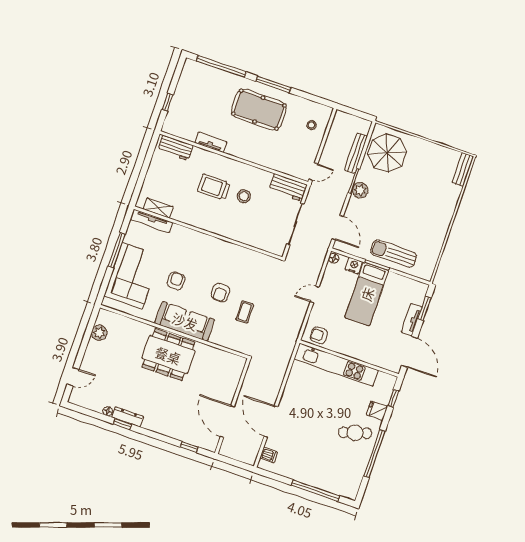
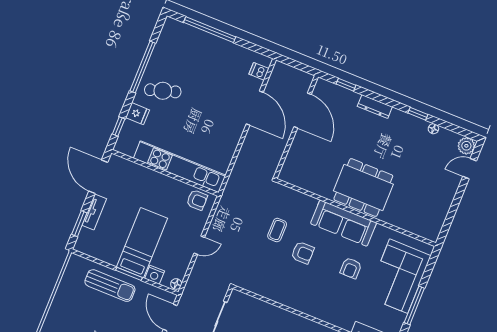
armchair: (220, 293) -> (303, 253), turned 90
plant: (99, 333) -> (466, 146), moved
dresser: (128, 417) -> (375, 107), moved

